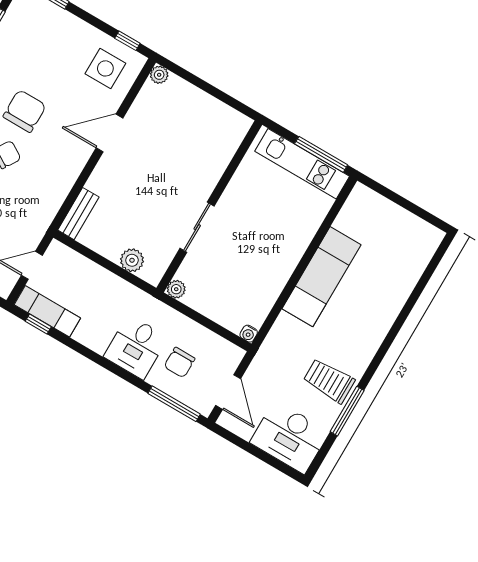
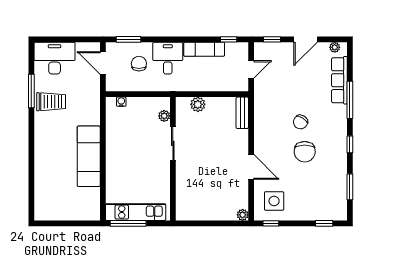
door: (110, 133) -> (251, 167), hinge flipped
plant: (176, 289) -> (164, 116), moved
exam couch: (47, 311) -> (204, 49), moved
water cooler: (249, 334) -> (121, 102), moved
window: (174, 404) -> (129, 39), width x0.69

